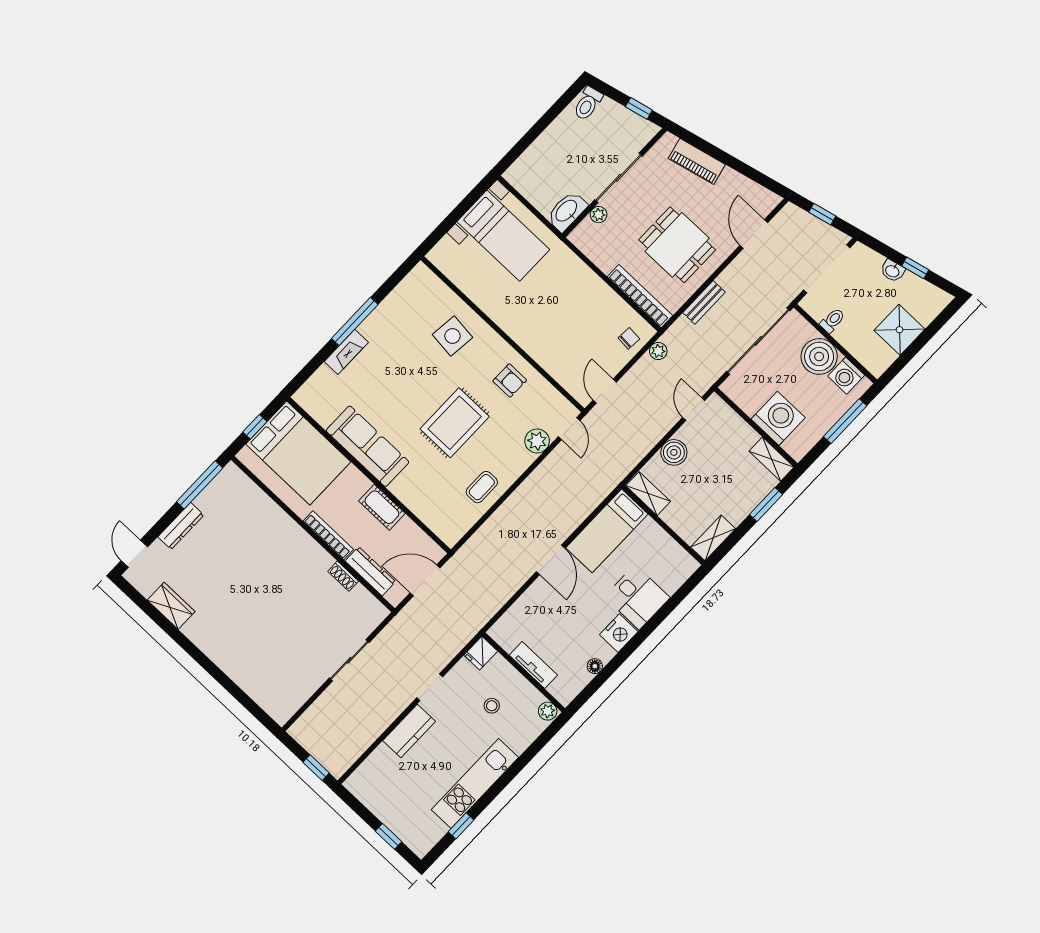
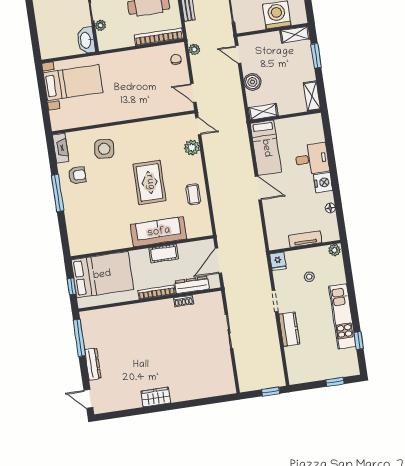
fireplace: (346, 352) -> (61, 148), moved
armchair: (510, 380) -> (77, 175), moved
sofa: (368, 446) -> (159, 232), moved
wardrobe: (171, 606) -> (156, 397), moved

